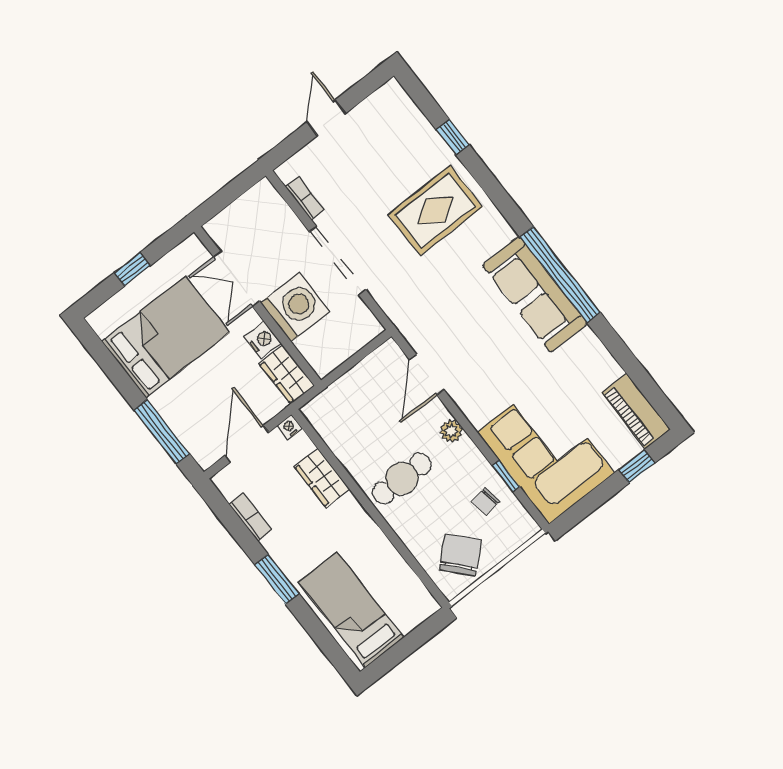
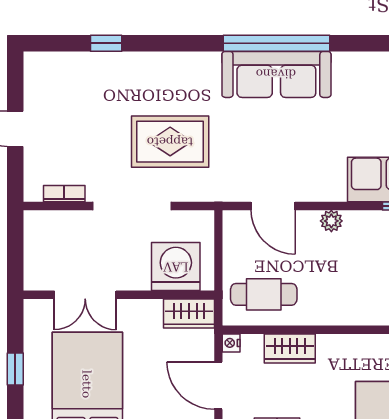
rug: (435, 210) -> (170, 142), moved, turned 90
washing machine: (295, 307) -> (176, 267), moved
nightstand: (263, 340) -> (148, 311), removed
cafe table: (402, 479) -> (264, 294), moved, turned 90

